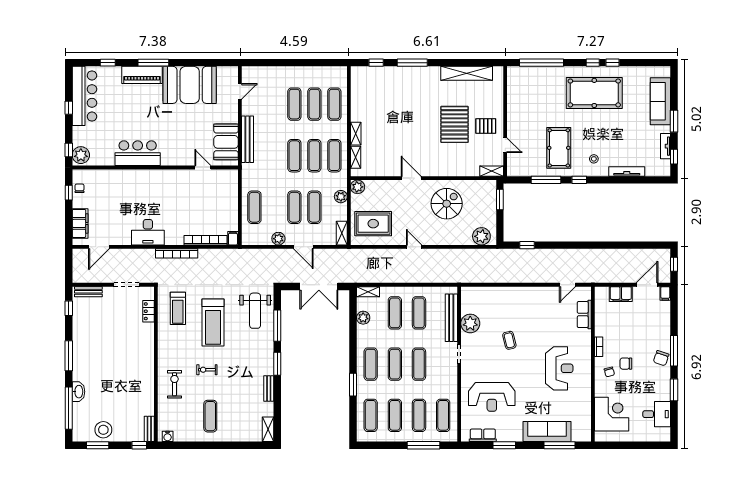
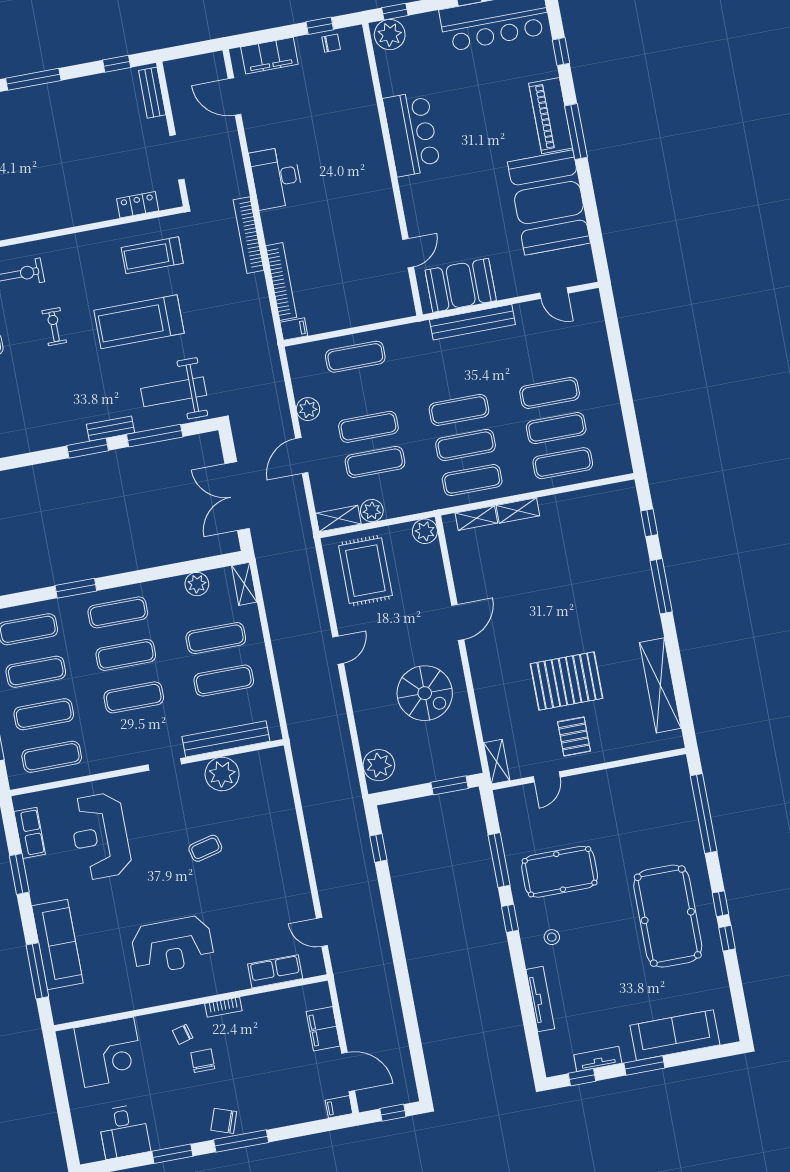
plant: (341, 197) -> (372, 511), moved
bench: (269, 388) -> (111, 429), moved

